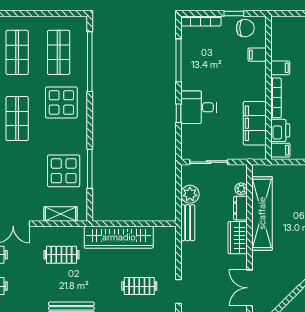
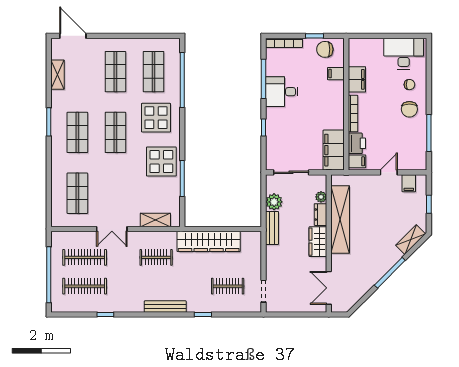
chair: (245, 28) -> (325, 49), turned 180
filing cabinet: (280, 68) -> (357, 79), width x2.00
desk: (198, 107) -> (282, 92), moved
filing cabinet: (255, 123) -> (334, 150), moved
display table: (64, 171) -> (161, 162), moved

